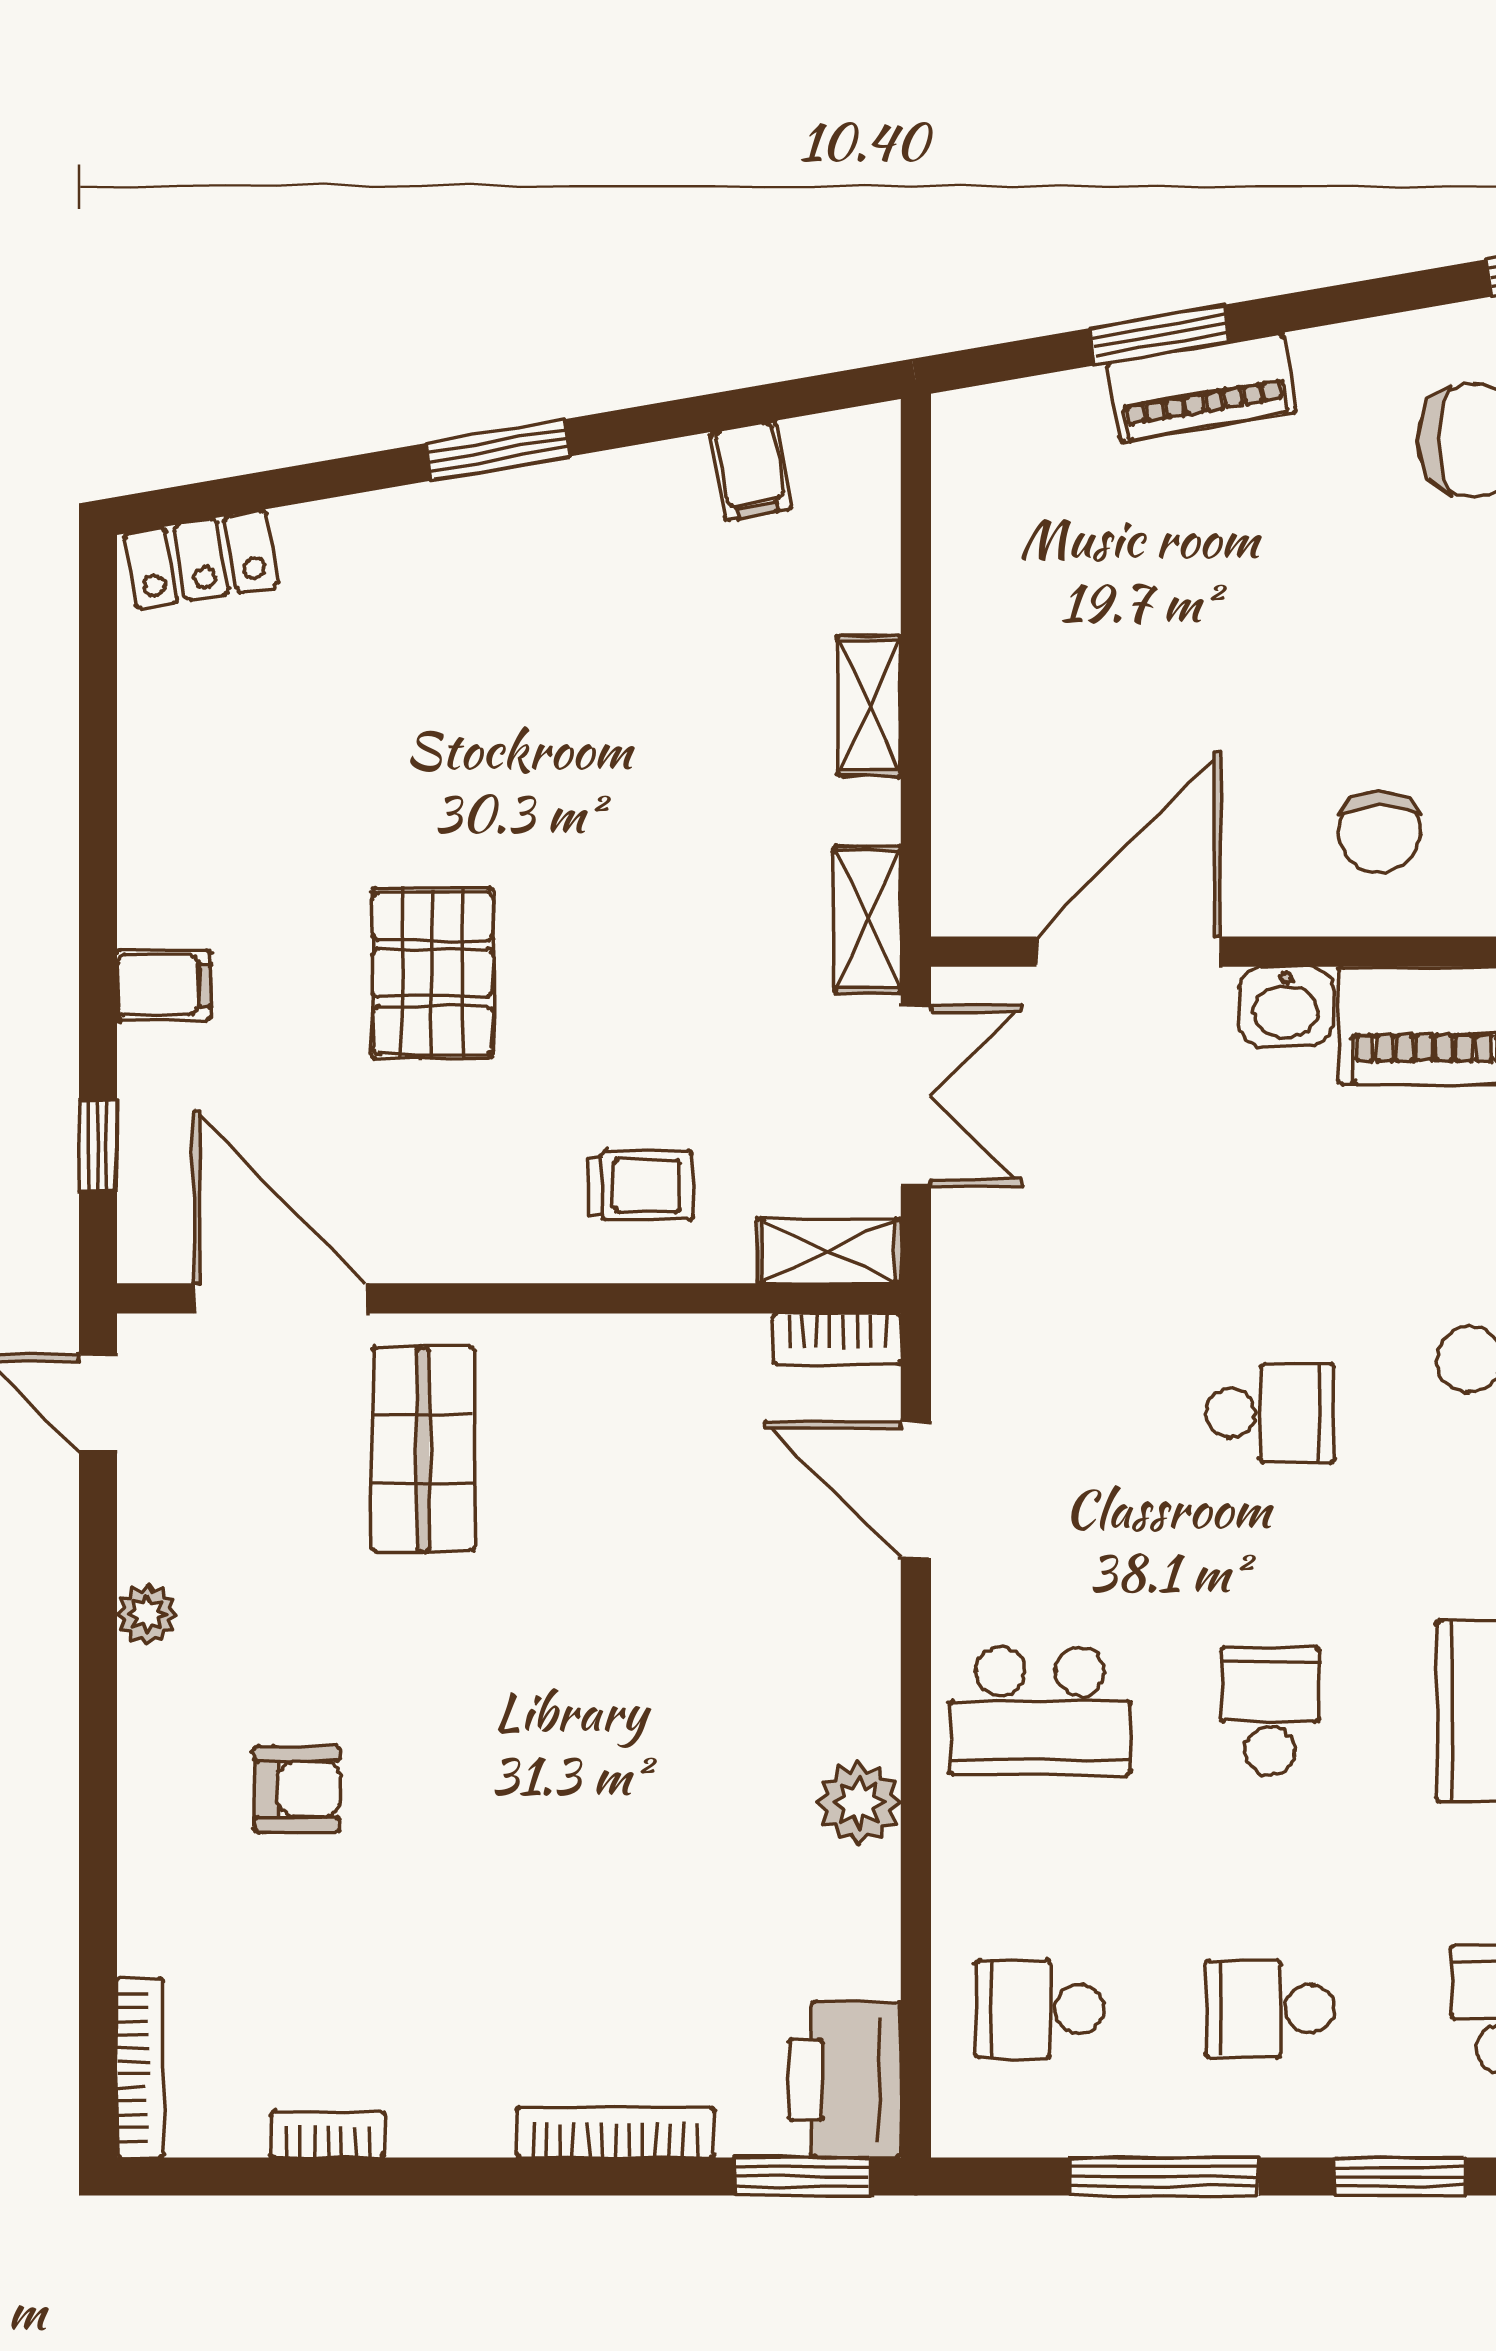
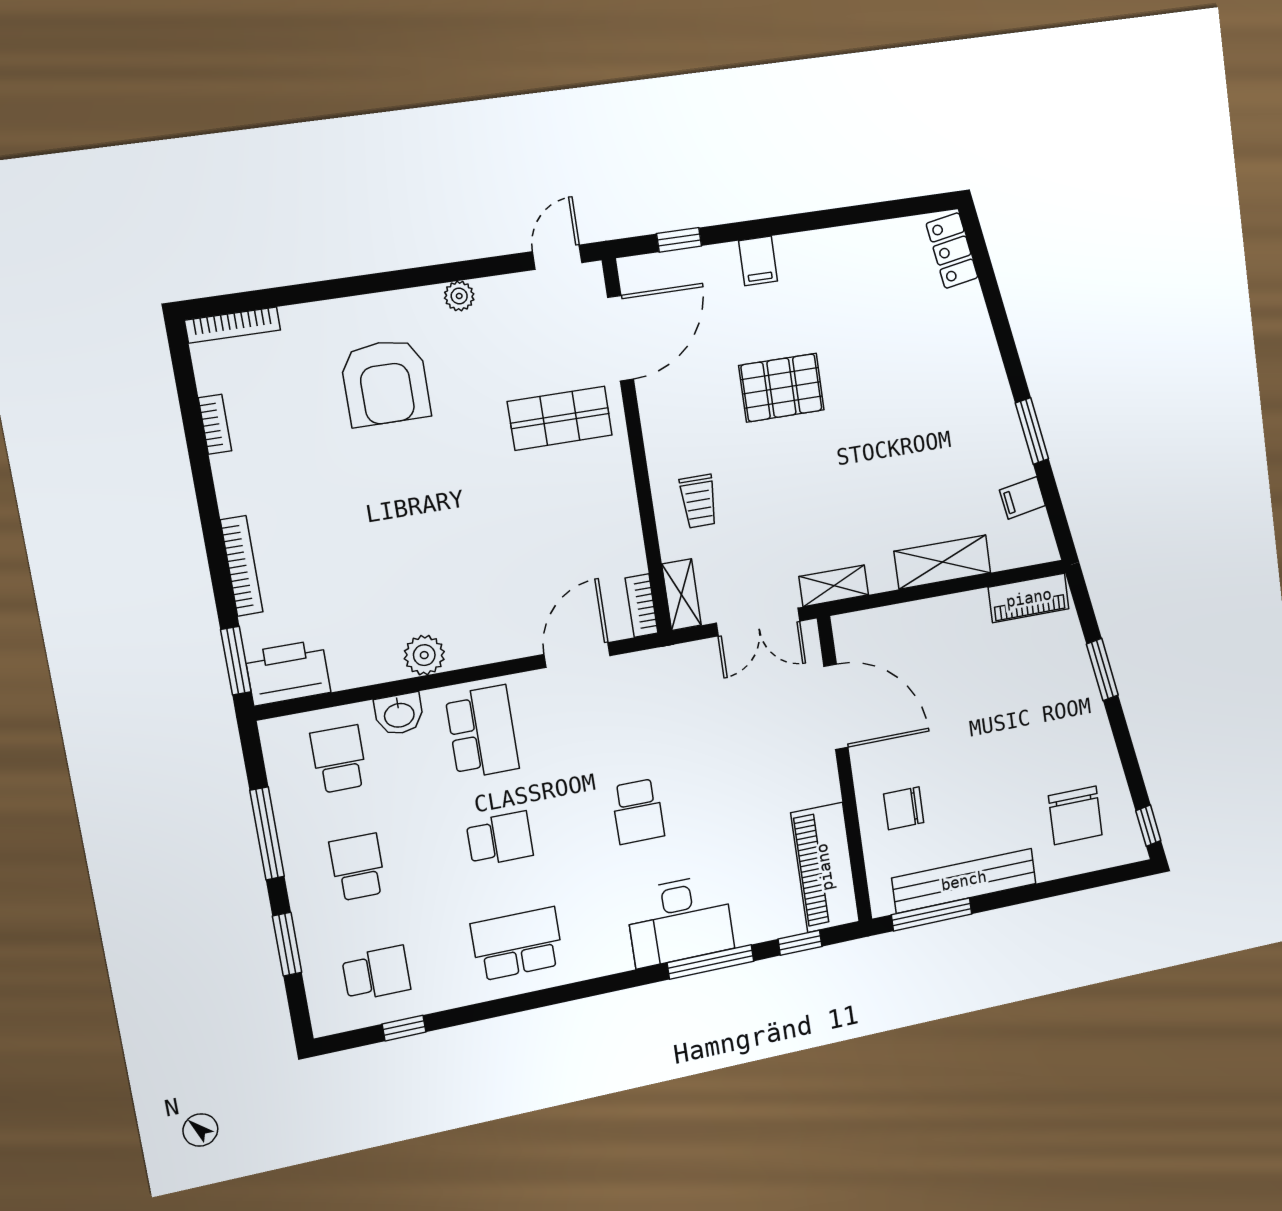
piano: (1202, 387) -> (1029, 598), moved, turned -80
window: (498, 450) -> (1032, 431), moved
shelving: (869, 706) -> (943, 562), width x1.50, depth x1.33
washbasin: (1286, 1006) -> (399, 714), moved, turned -90
school desk: (1040, 1711) -> (482, 732), turned 180
armchair: (297, 1789) -> (386, 383), width x1.88, depth x1.88

